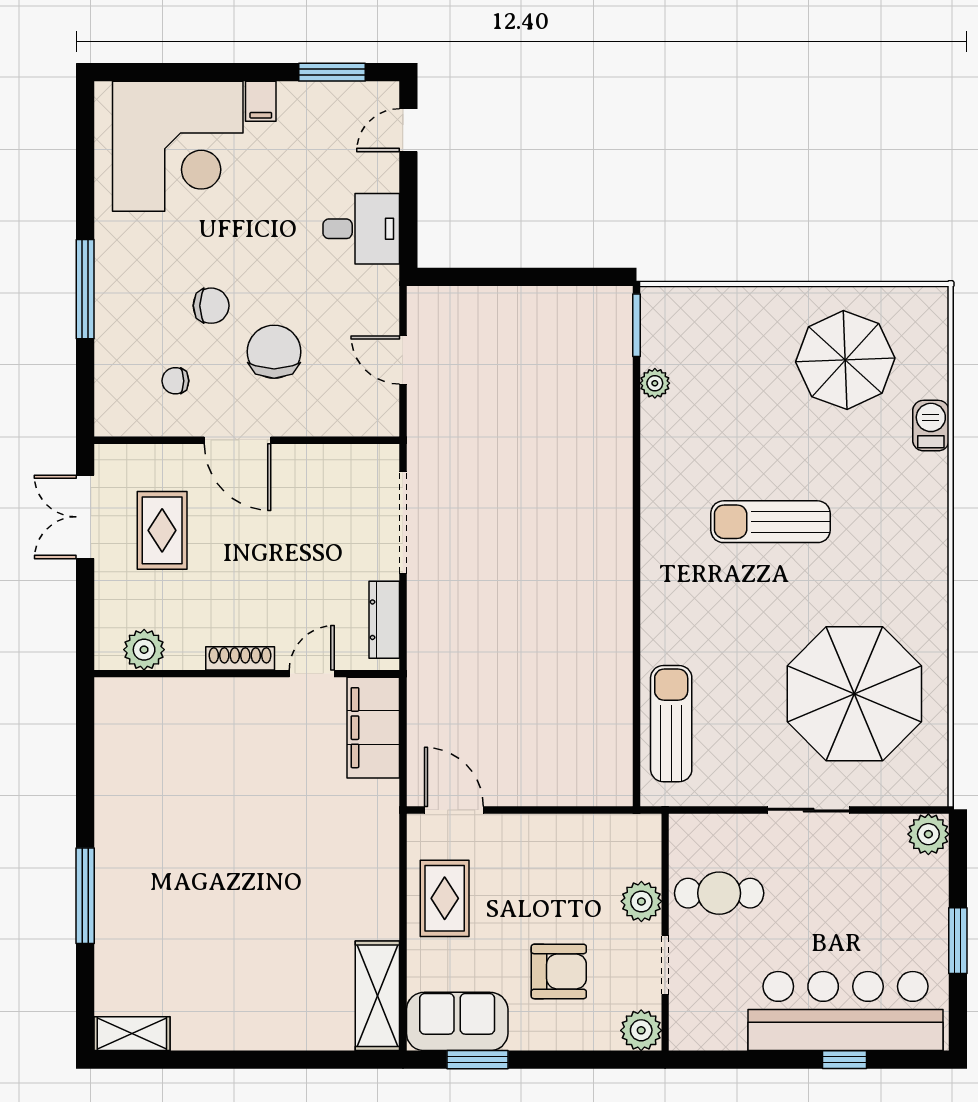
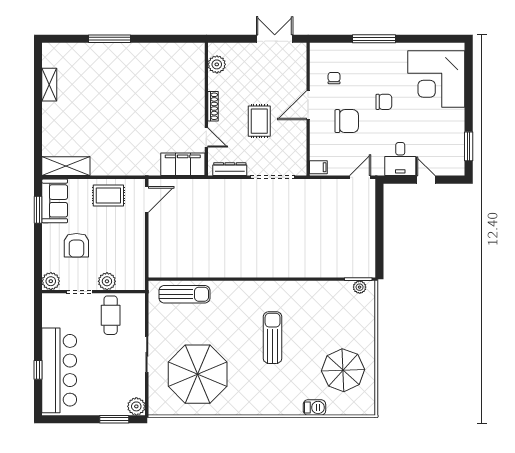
filing cabinet: (261, 101) -> (318, 167), moved, turned 180
door: (408, 130) -> (426, 180), moved
chair: (211, 306) -> (384, 102), moved, turned -90
door: (403, 360) -> (360, 177), moved
plant: (655, 383) -> (360, 287), moved
rug: (162, 530) -> (259, 121), moved, turned 90
window: (958, 941) -> (114, 419), moved
shelving: (132, 1034) -> (49, 85), moved

